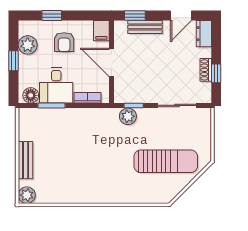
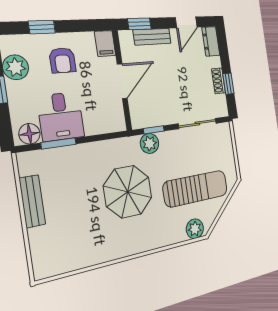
door: (112, 62) -> (122, 81), swing flipped
bookcase: (87, 98) -> (101, 127), removed
parasol: (102, 152) -> (128, 192), added
bench: (26, 160) -> (32, 201), moved
plant: (27, 195) -> (195, 229), moved

